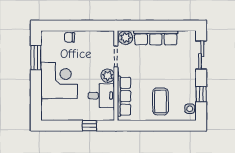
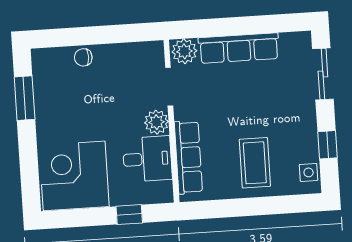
corner desk: (59, 81) -> (74, 176), moved, turned -90

